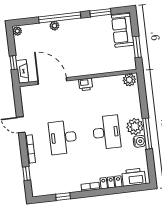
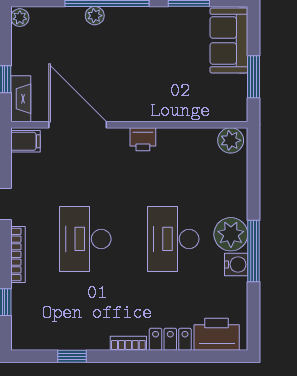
filing cabinet: (27, 92) -> (25, 141), added
desk: (107, 132) -> (173, 239), turned 180

